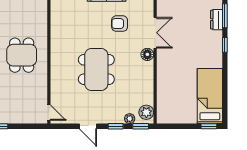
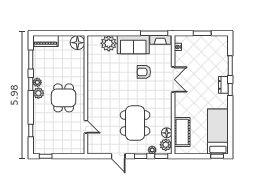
dresser: (216, 20) -> (223, 85), moved
floor lamp: (147, 54) -> (167, 133), moved
dining table: (96, 69) -> (135, 123), moved
cot: (166, 97) -> (182, 132), added
door: (49, 113) -> (86, 127), moved

